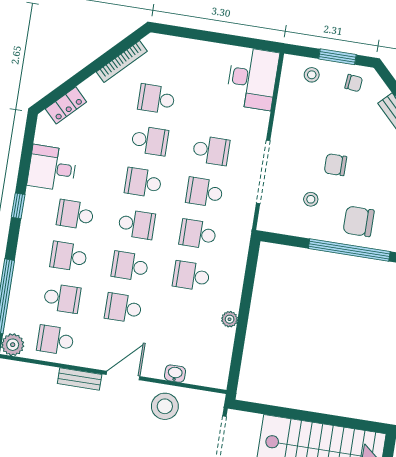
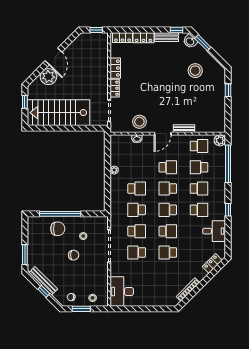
school desk: (156, 99) -> (168, 274), removed
school desk: (198, 234) -> (137, 210), turned 180
school desk: (130, 266) -> (168, 189), turned 180

